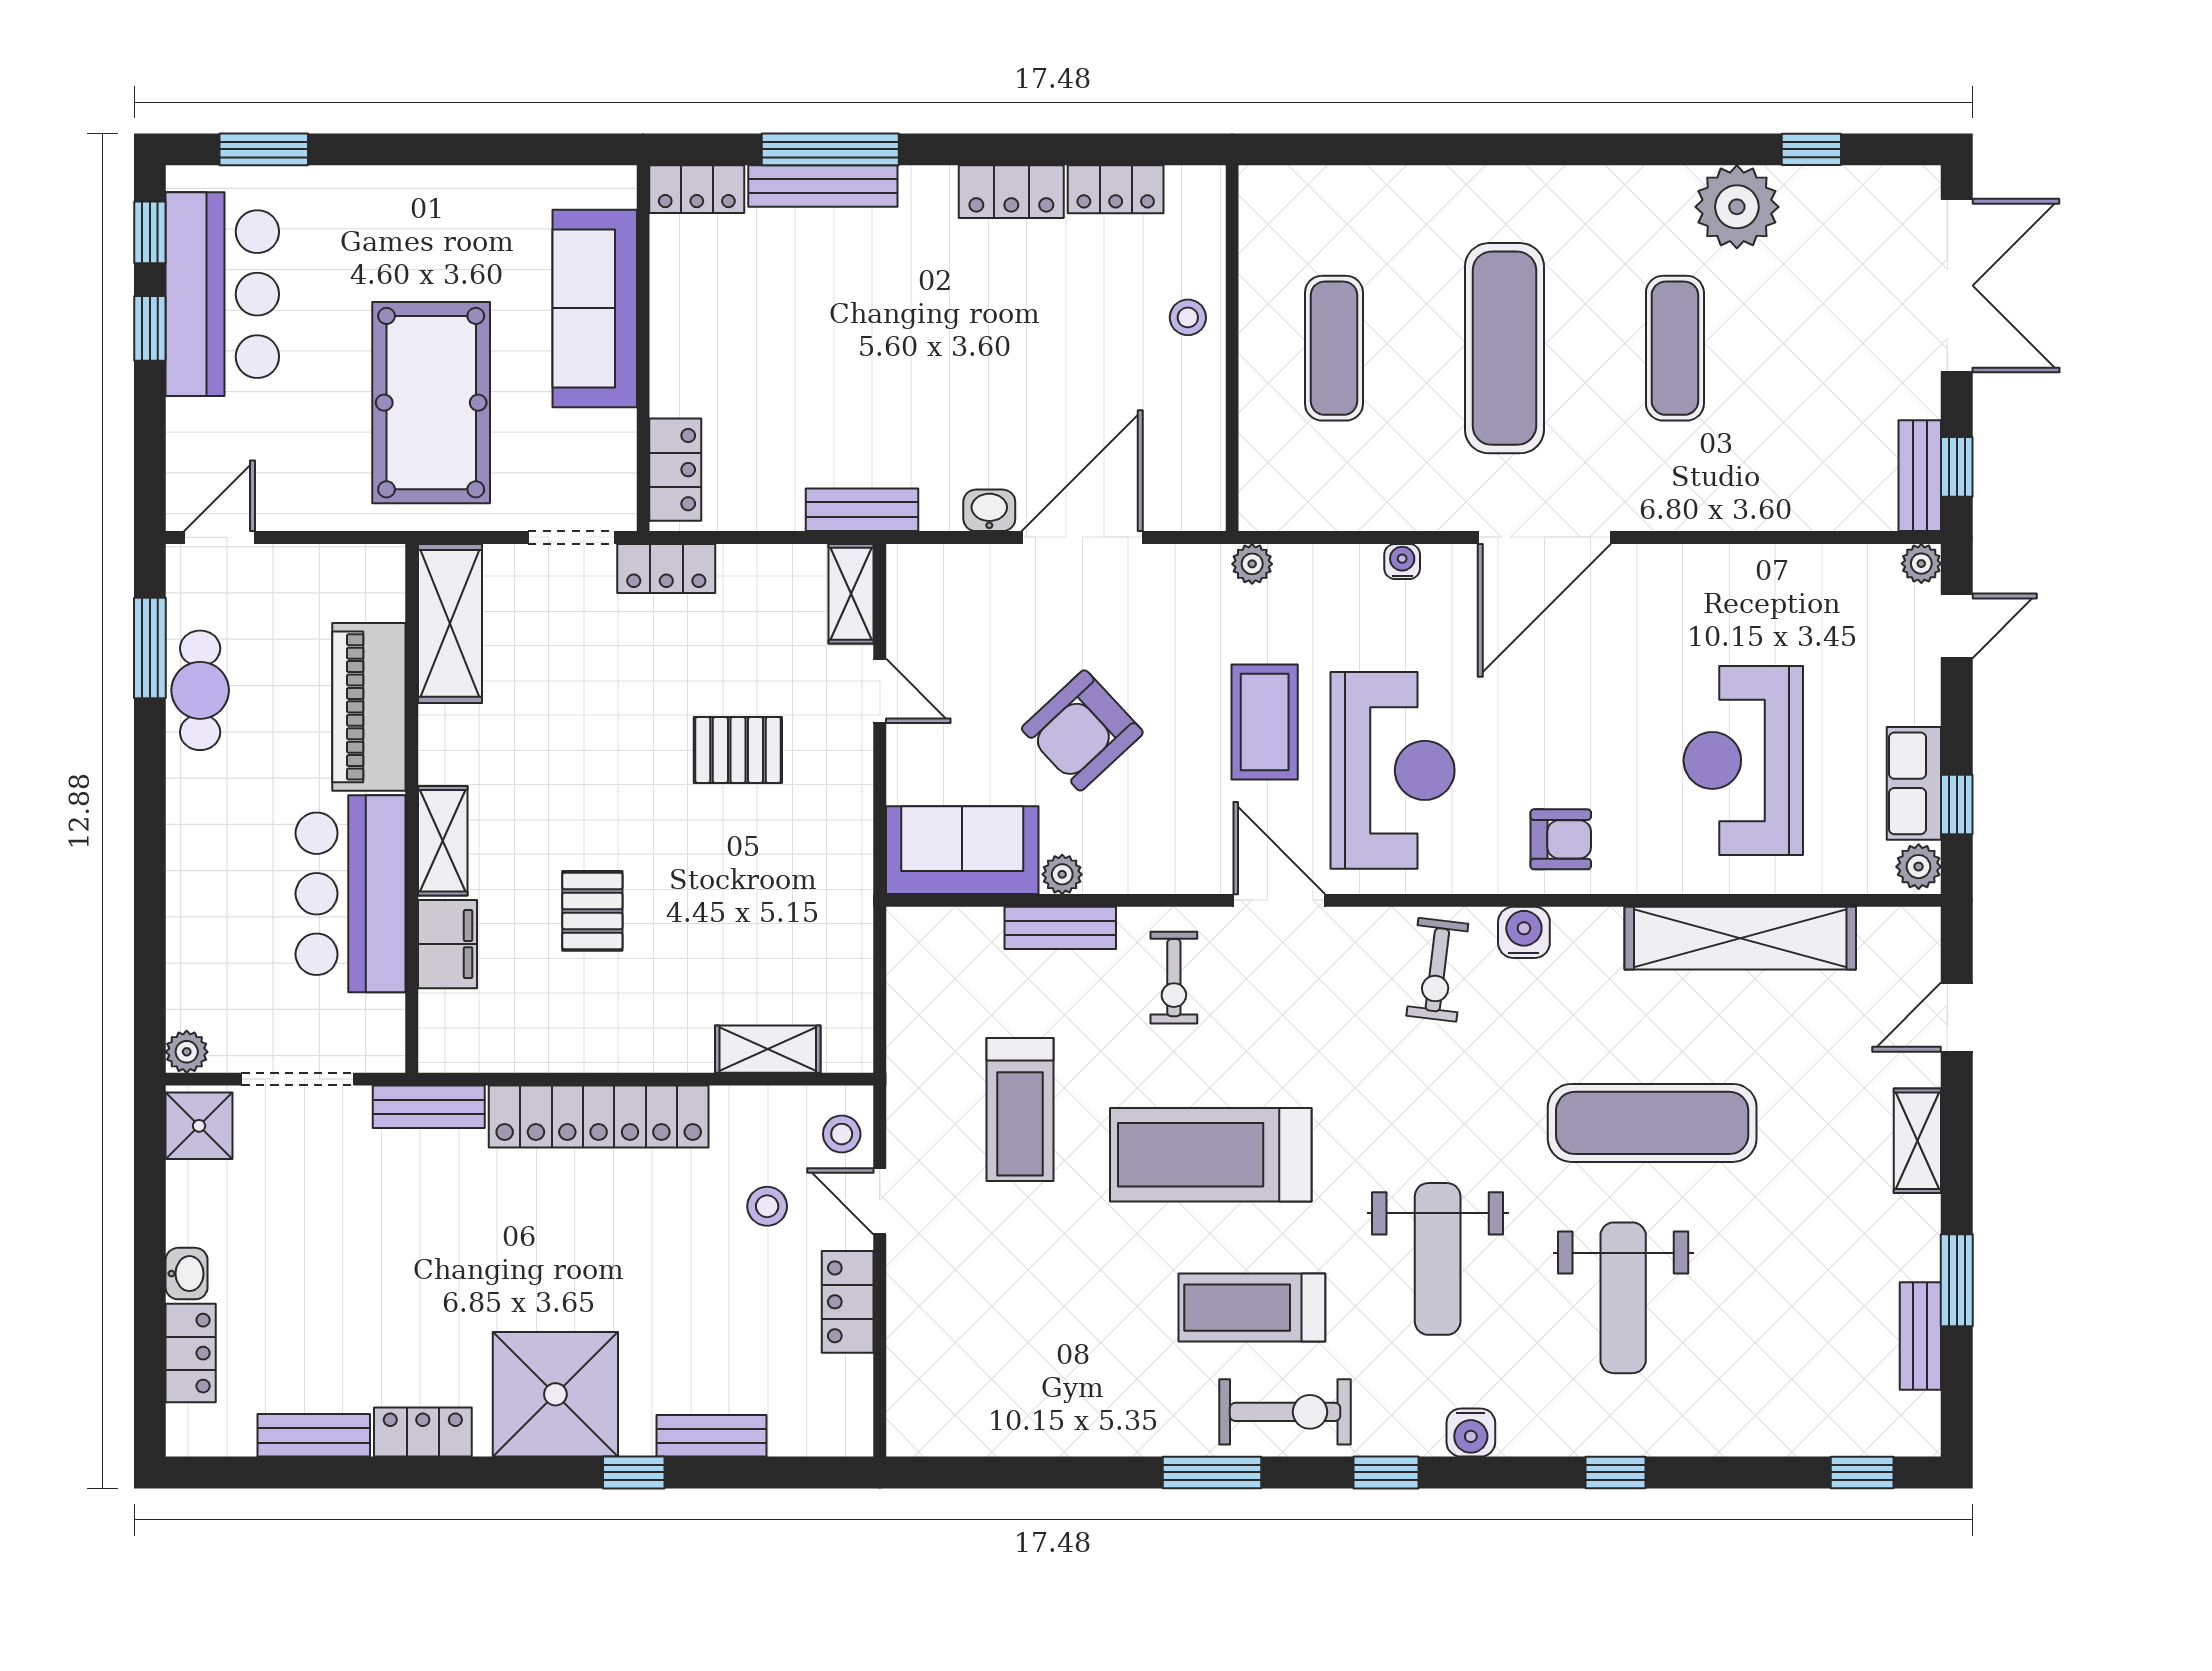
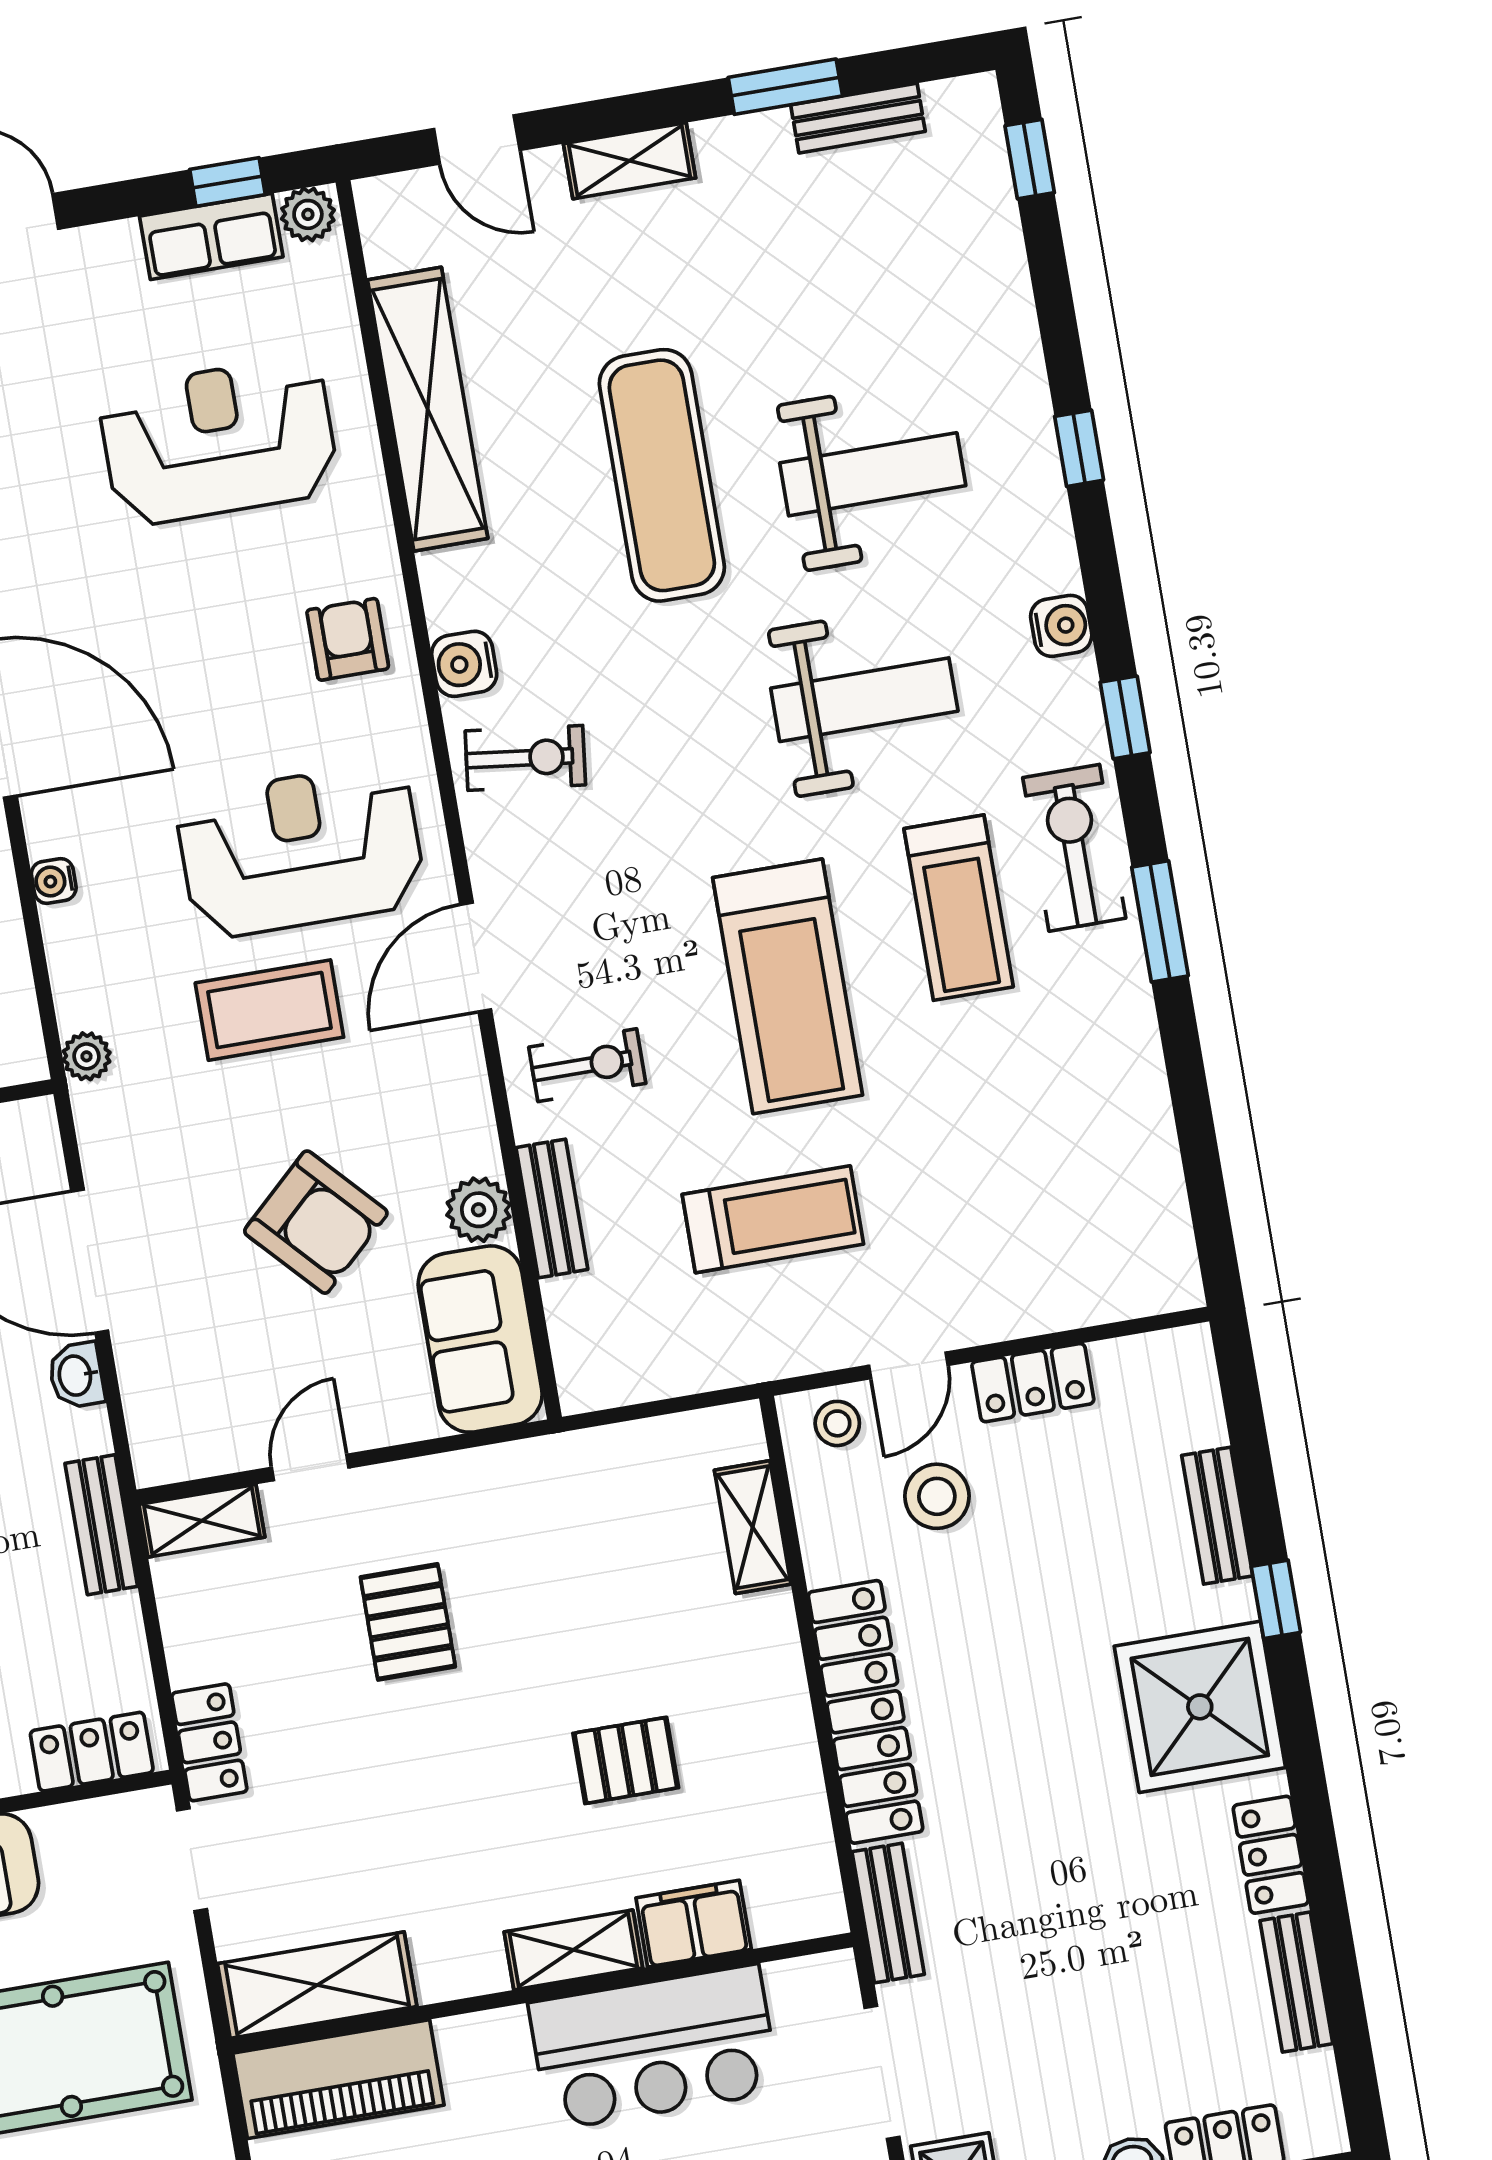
piano: (369, 707) -> (338, 2079), moved
reception desk: (1743, 760) -> (219, 441), turned 180
plant: (1062, 874) -> (479, 1210), width x1.38, depth x1.38
stool: (767, 1206) -> (937, 1496), width x1.37, depth x1.37

